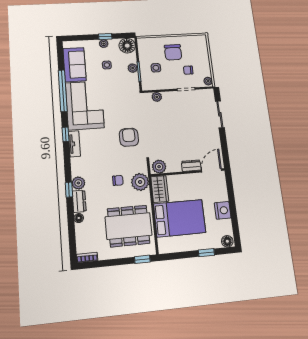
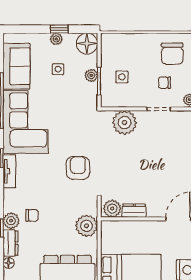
chair: (173, 52) -> (172, 54), moved
plant: (157, 97) -> (125, 123), width x1.87, depth x1.87
dresser: (191, 166) -> (134, 211), moved
chair: (118, 180) -> (32, 215), moved
wardrobe: (160, 189) -> (110, 237), removed

